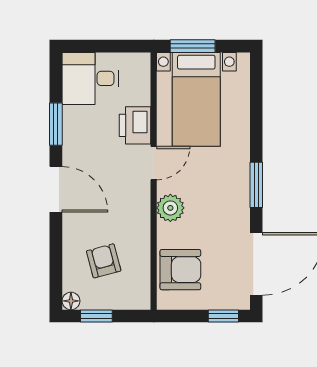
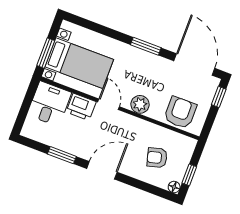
desk: (90, 78) -> (49, 104), moved, turned 180

